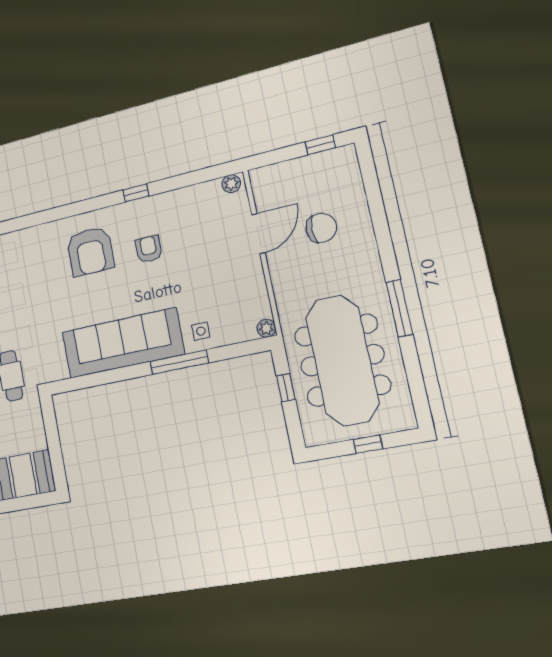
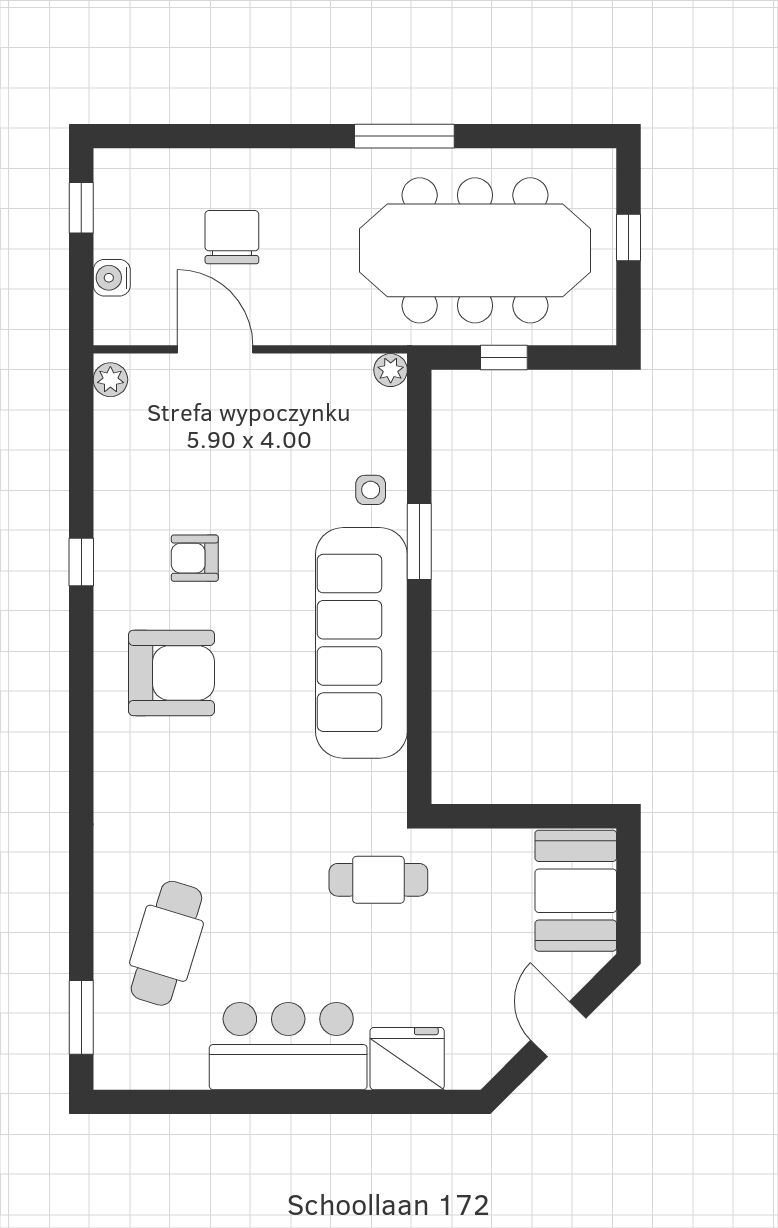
water cooler: (285, 170) -> (112, 278), added
window: (179, 362) -> (419, 542), width x0.69

